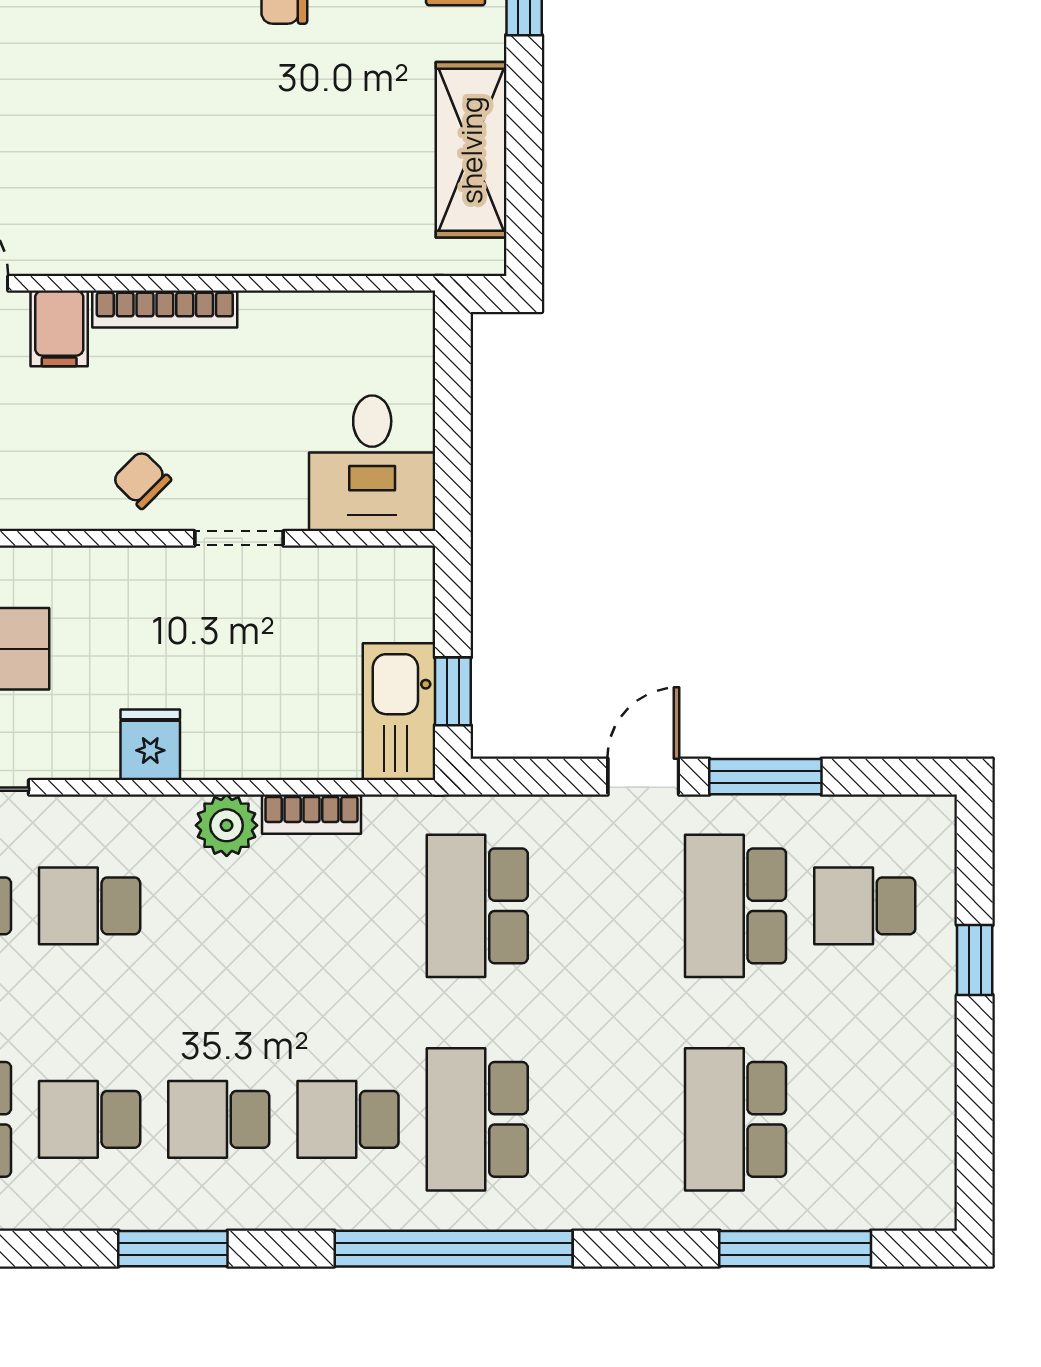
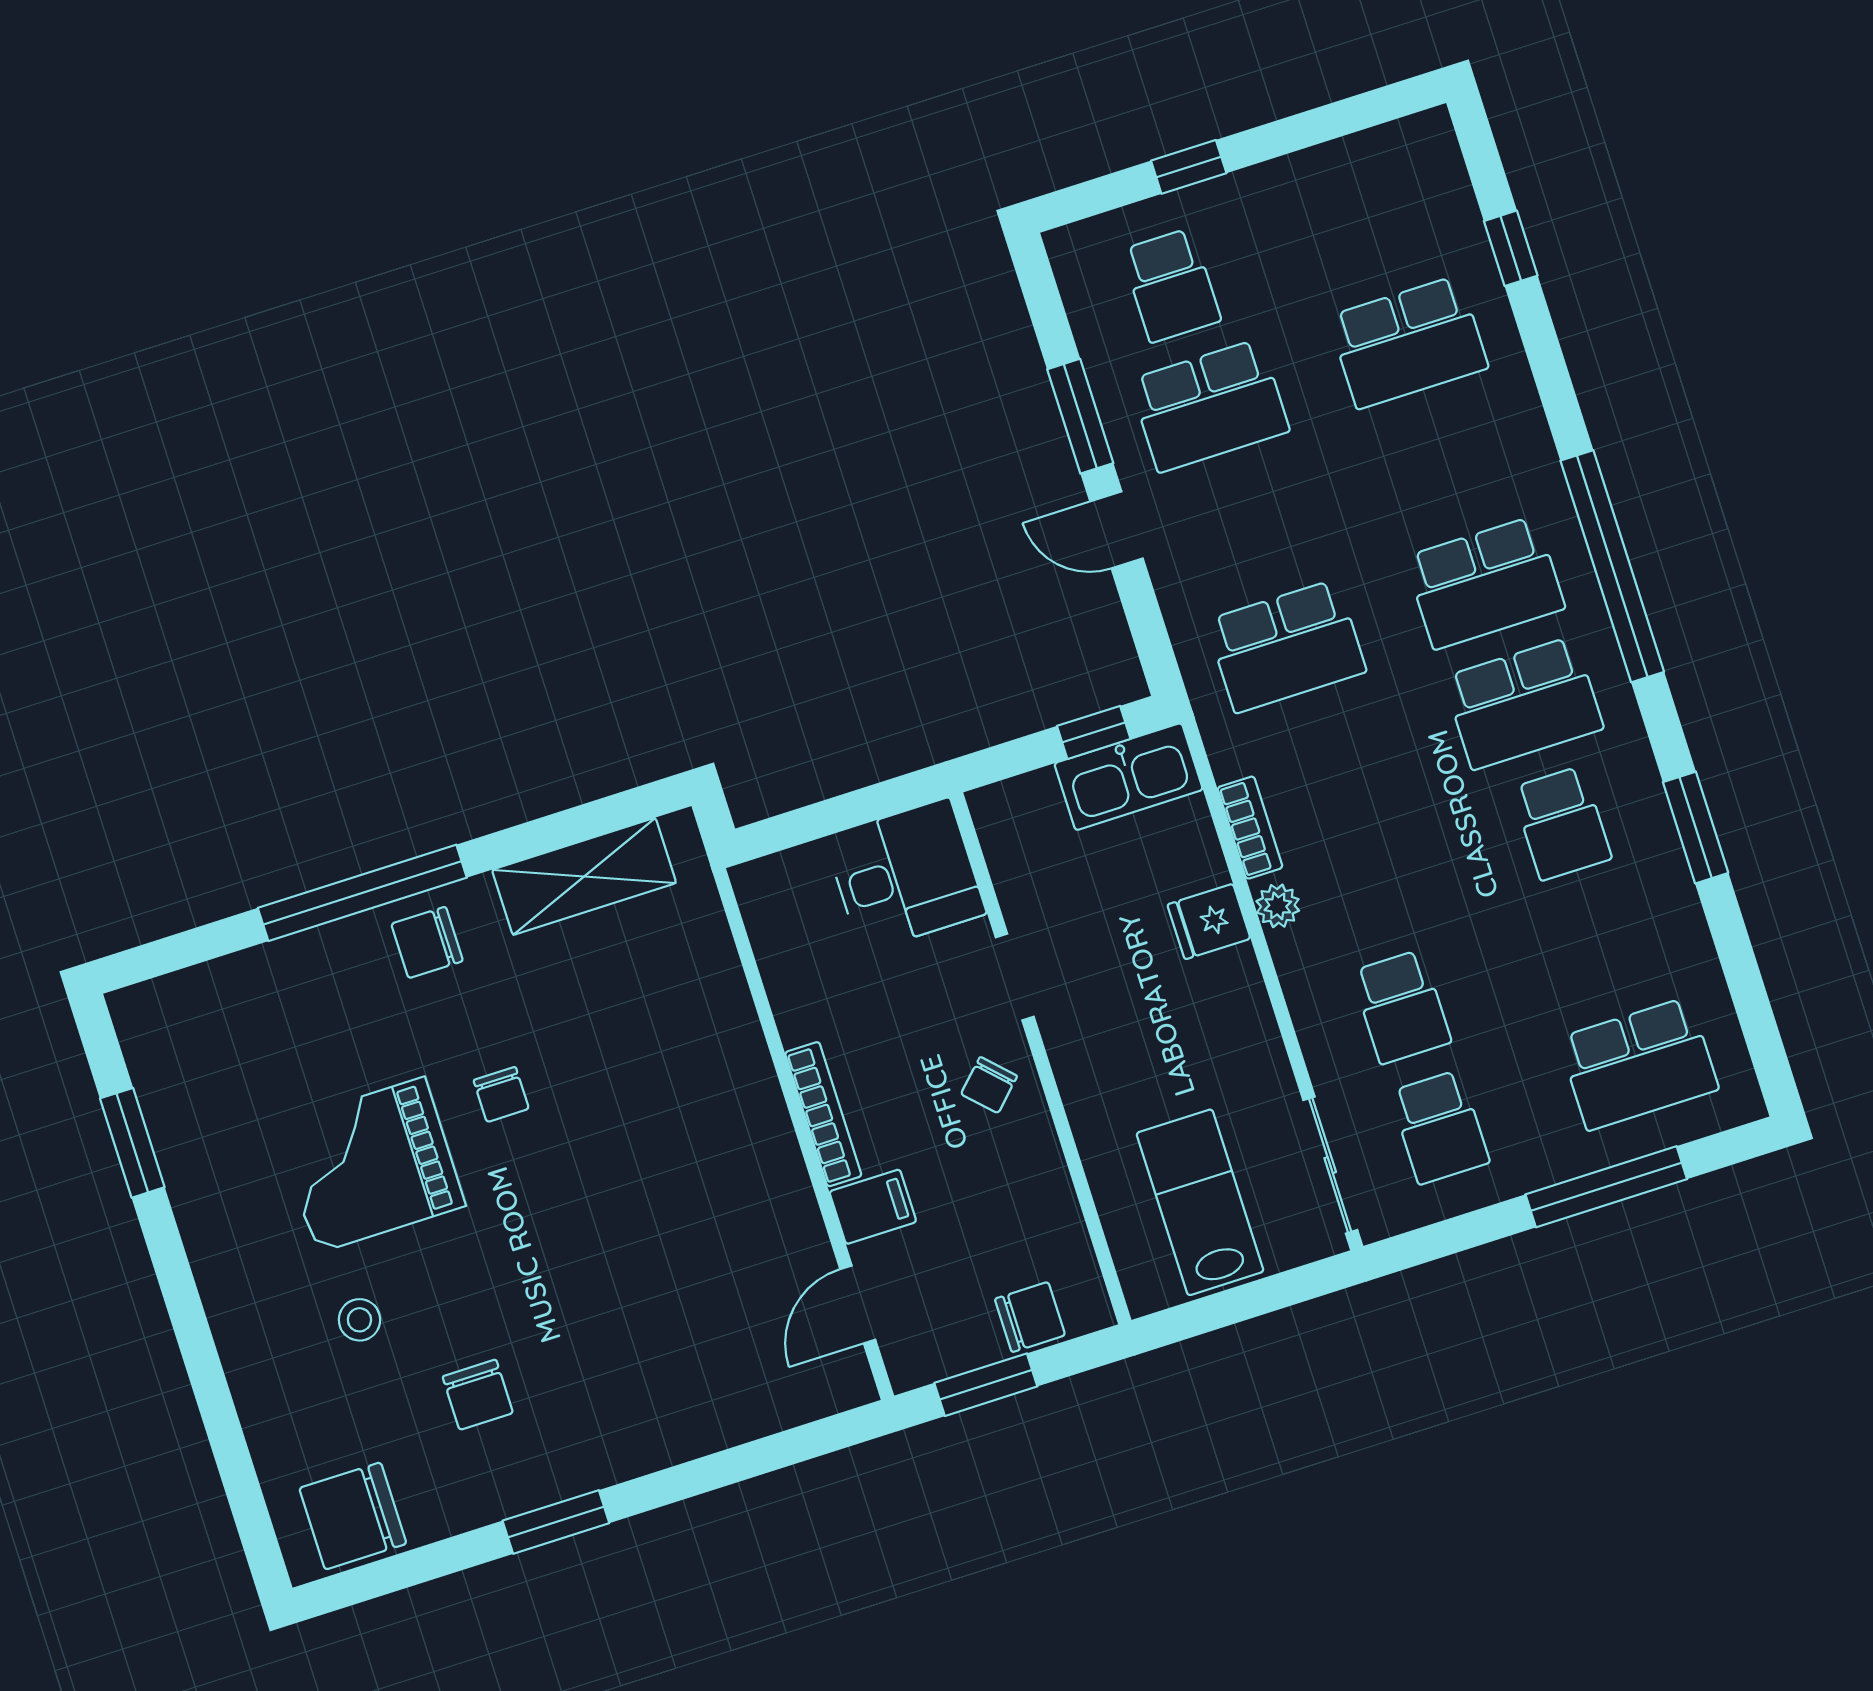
fridge: (150, 745) -> (1209, 922), moved
plant: (227, 825) -> (1278, 906), width x0.73, depth x0.73
school desk: (90, 1119) -> (1600, 943), removed
school desk: (348, 1119) -> (1523, 703), width x1.85
window: (795, 1249) -> (1511, 248), width x0.46

